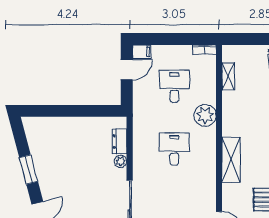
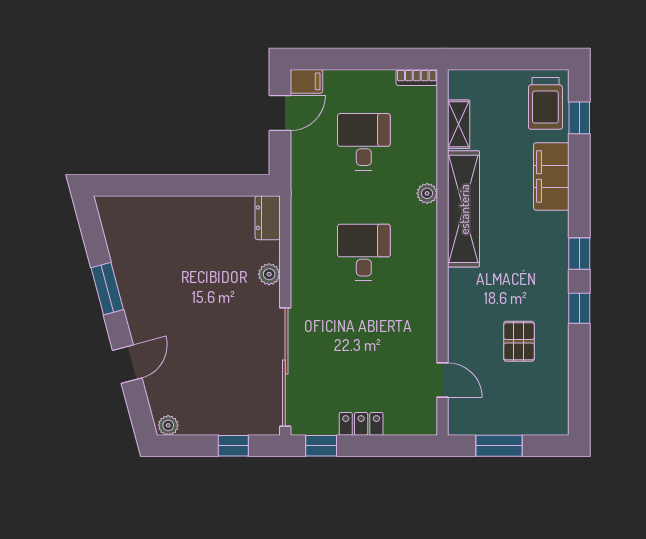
plant: (205, 115) -> (427, 193), width x0.53, depth x0.53
dresser: (120, 141) -> (268, 218), moved
shelving: (231, 160) -> (464, 209), moved, width x1.47

